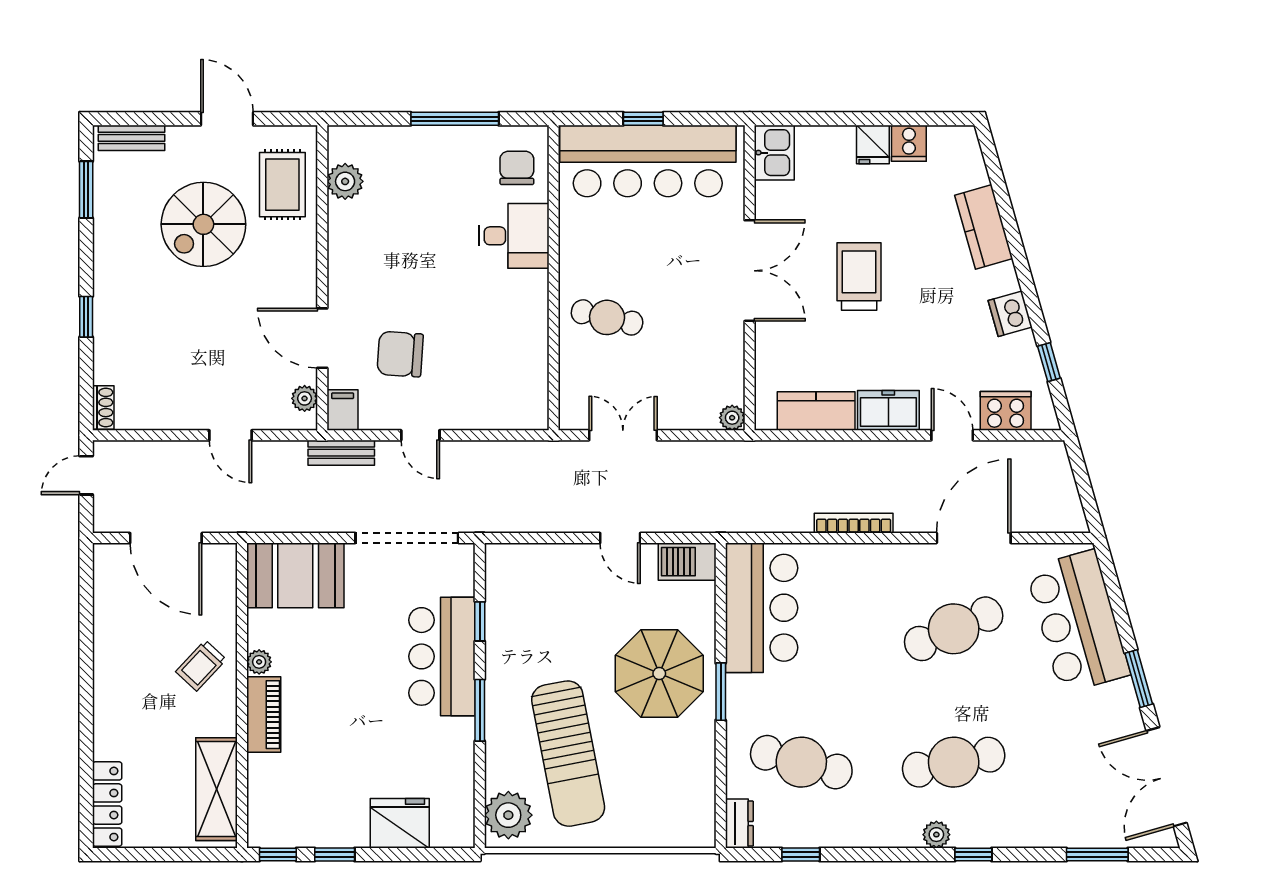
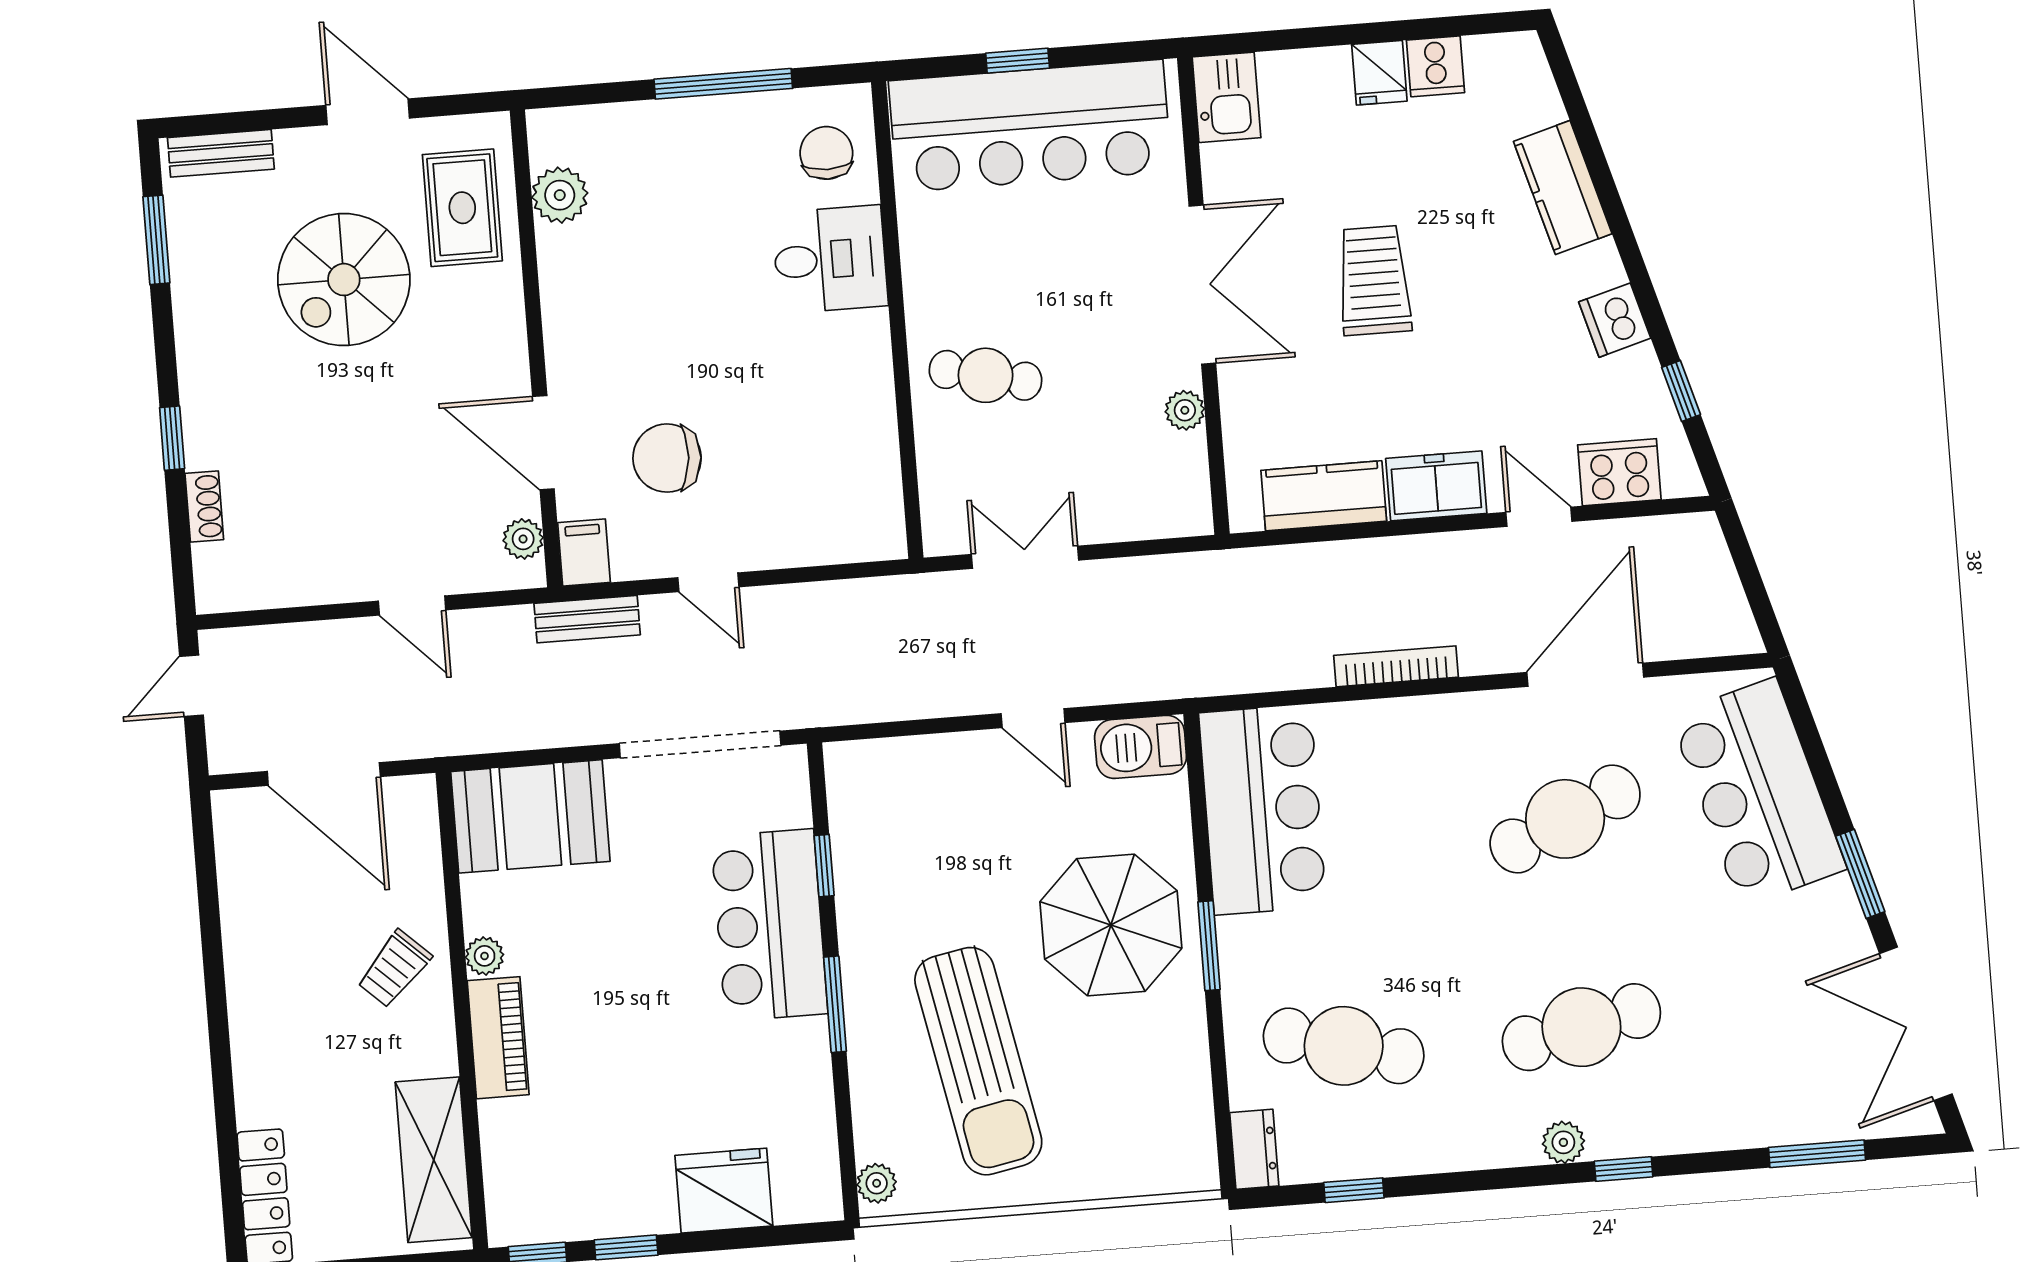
shoe rack: (103, 407) -> (204, 506), moved
plant: (732, 418) -> (1185, 410), moved
plant: (508, 815) -> (877, 1183), width x0.53, depth x0.53

